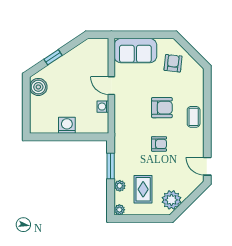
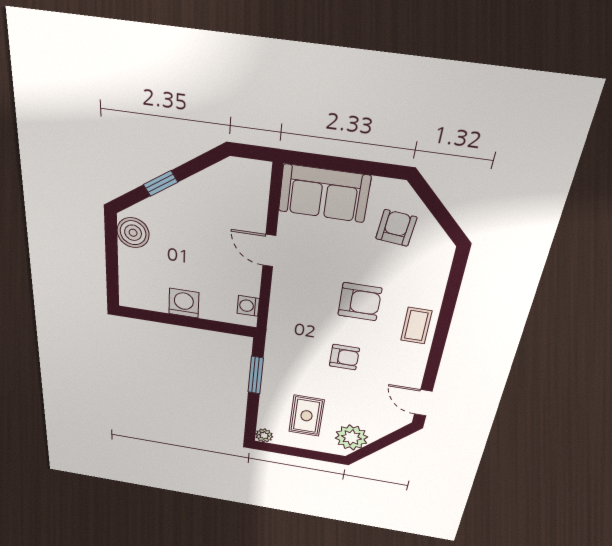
washing machine: (103, 107) -> (248, 306), moved
plant: (120, 186) -> (268, 405), removed

